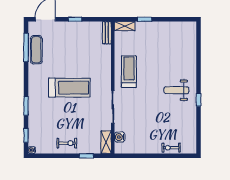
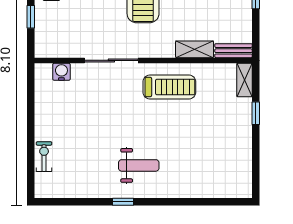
weight bench: (176, 90) -> (139, 165), turned 90
shelving: (106, 142) -> (195, 49), moved

